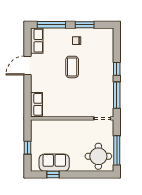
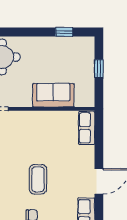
sofa: (54, 163) -> (53, 95), moved, turned 180

